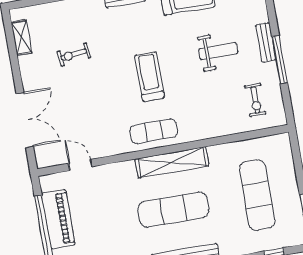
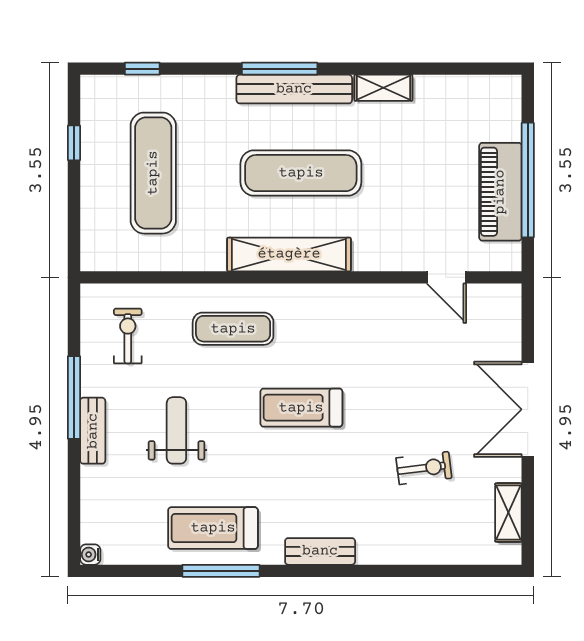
weight bench: (218, 51) -> (176, 430), turned 90
treadmill: (150, 77) -> (301, 408), turned 90
double door: (25, 120) -> (528, 409), moved
exercise mat: (153, 131) -> (233, 329), moved

